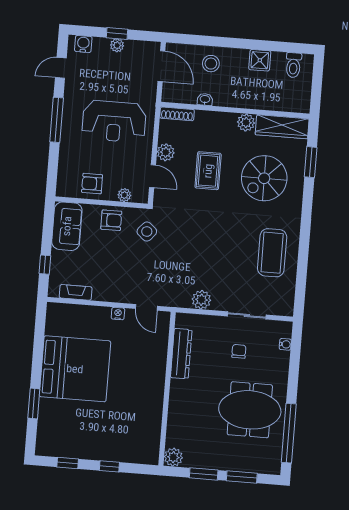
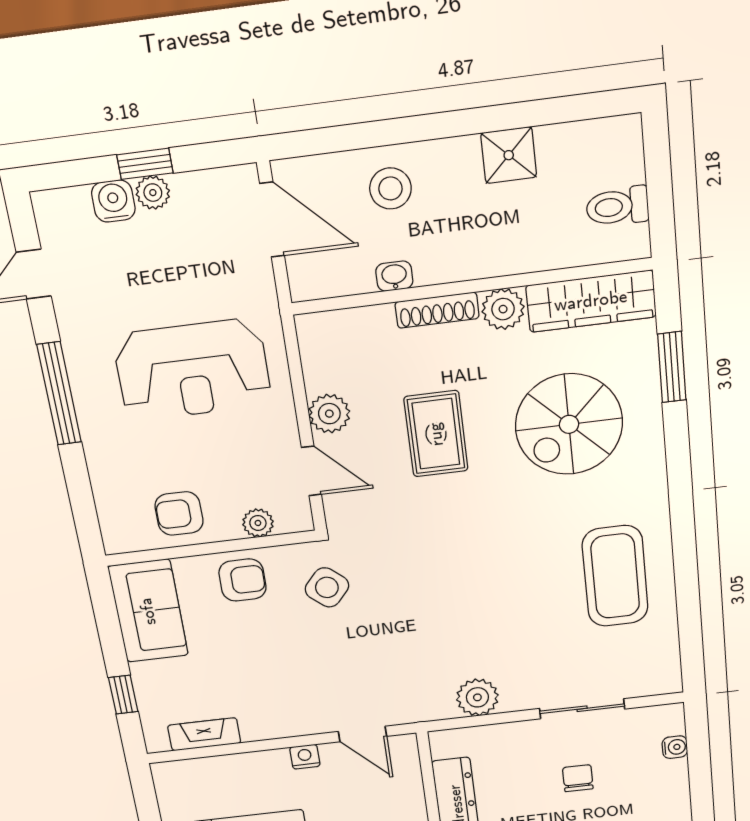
water cooler: (83, 44) -> (113, 201), moved
toilet: (293, 65) -> (617, 206), moved, turned 90
shoe rack: (177, 114) -> (437, 310), moved

